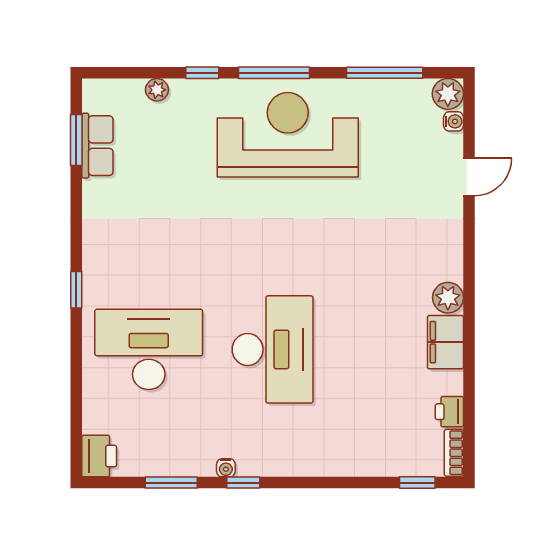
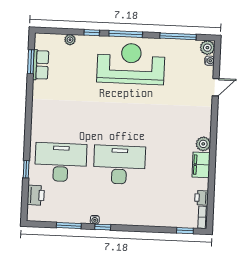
window: (76, 290) -> (26, 169), moved
desk: (273, 349) -> (119, 165), turned -90
printer: (99, 456) -> (36, 195), moved

